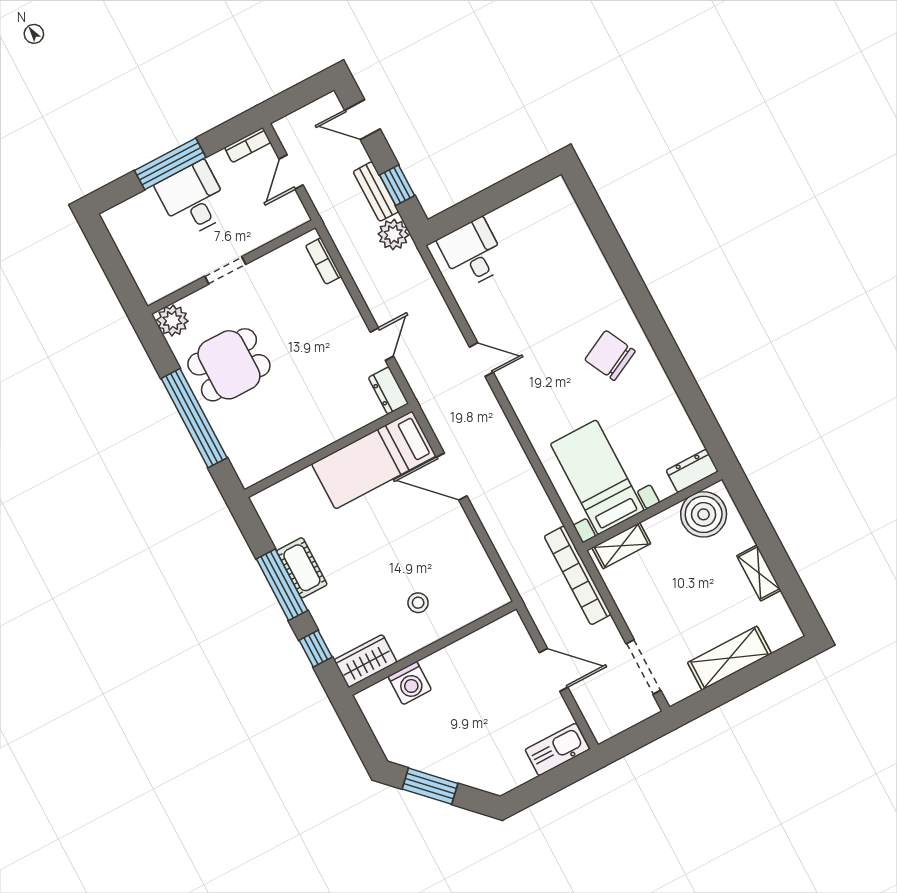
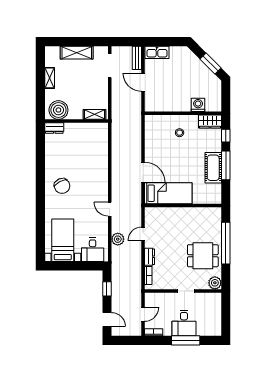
bench: (376, 192) -> (137, 58), moved
plant: (393, 234) -> (118, 239), moved
dresser: (388, 390) -> (150, 257), moved
bed with nightstands: (597, 477) -> (63, 240), moved, turned 180
cot: (302, 568) -> (213, 168), width x1.37, depth x1.34
bookcase: (578, 575) -> (116, 112), removed

